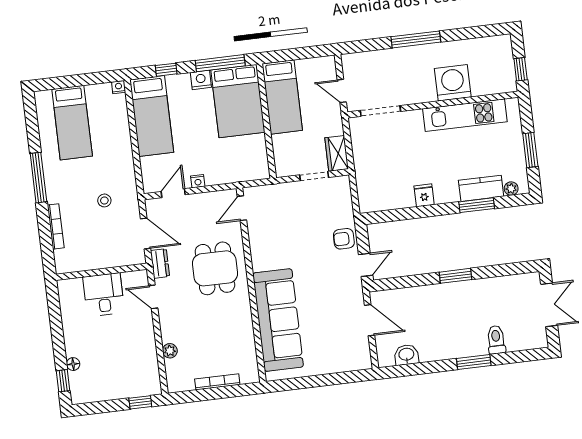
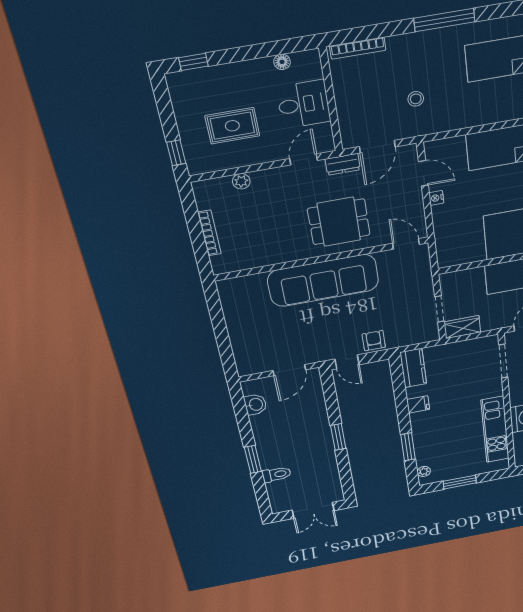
kitchen counter: (481, 188) -> (413, 368), moved
bookcase: (56, 226) -> (358, 48), moved
sofa: (278, 320) -> (323, 280), moved
rug: (119, 354) -> (232, 126), added
floor lamp: (73, 364) -> (282, 62), moved

